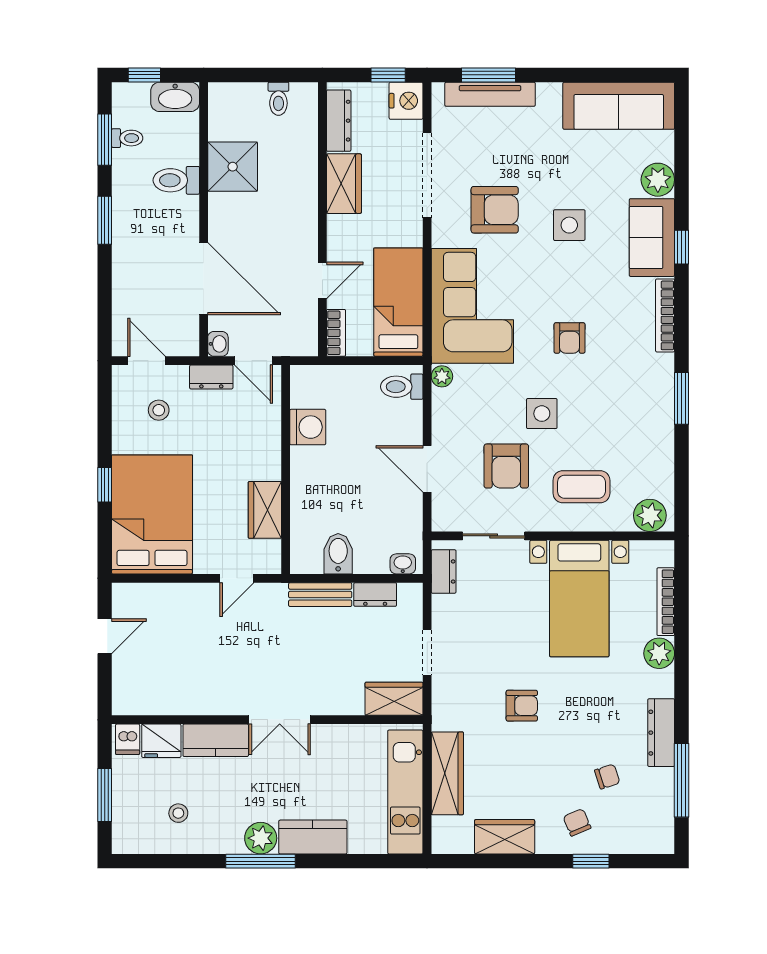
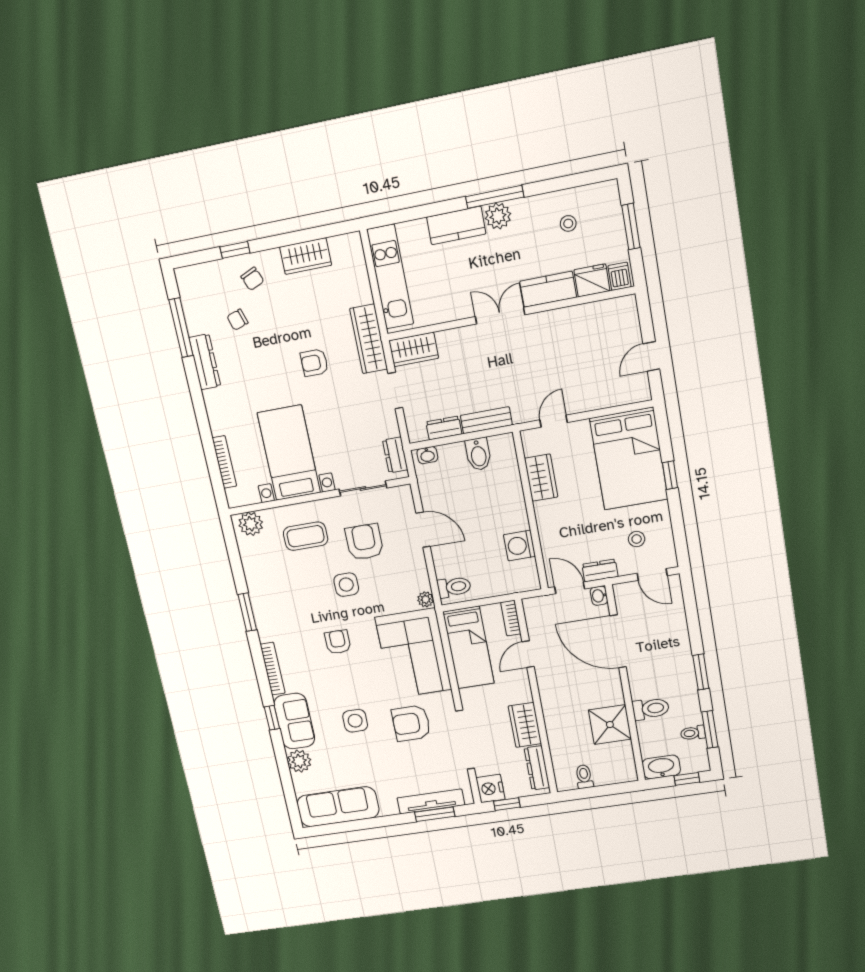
plant: (659, 653) -> (220, 422), removed
wardrobe: (447, 773) -> (369, 339), moved

